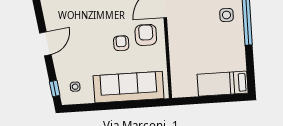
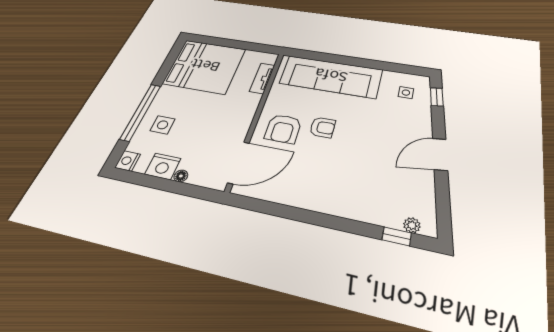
armchair: (121, 43) -> (323, 127), turned -90
tv unit: (176, 72) -> (262, 78), added
bed: (223, 84) -> (205, 66), width x2.04

